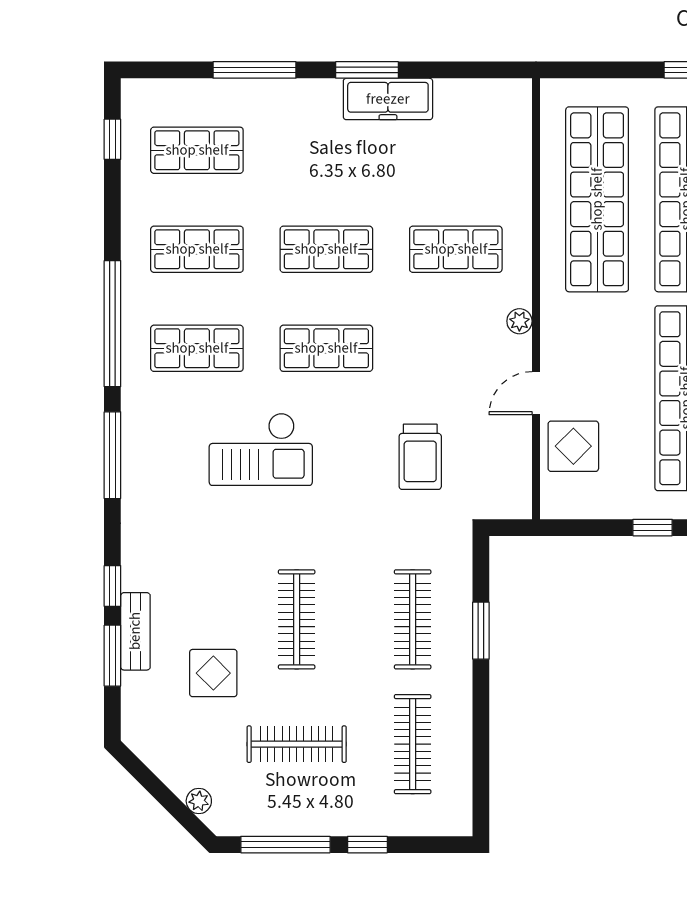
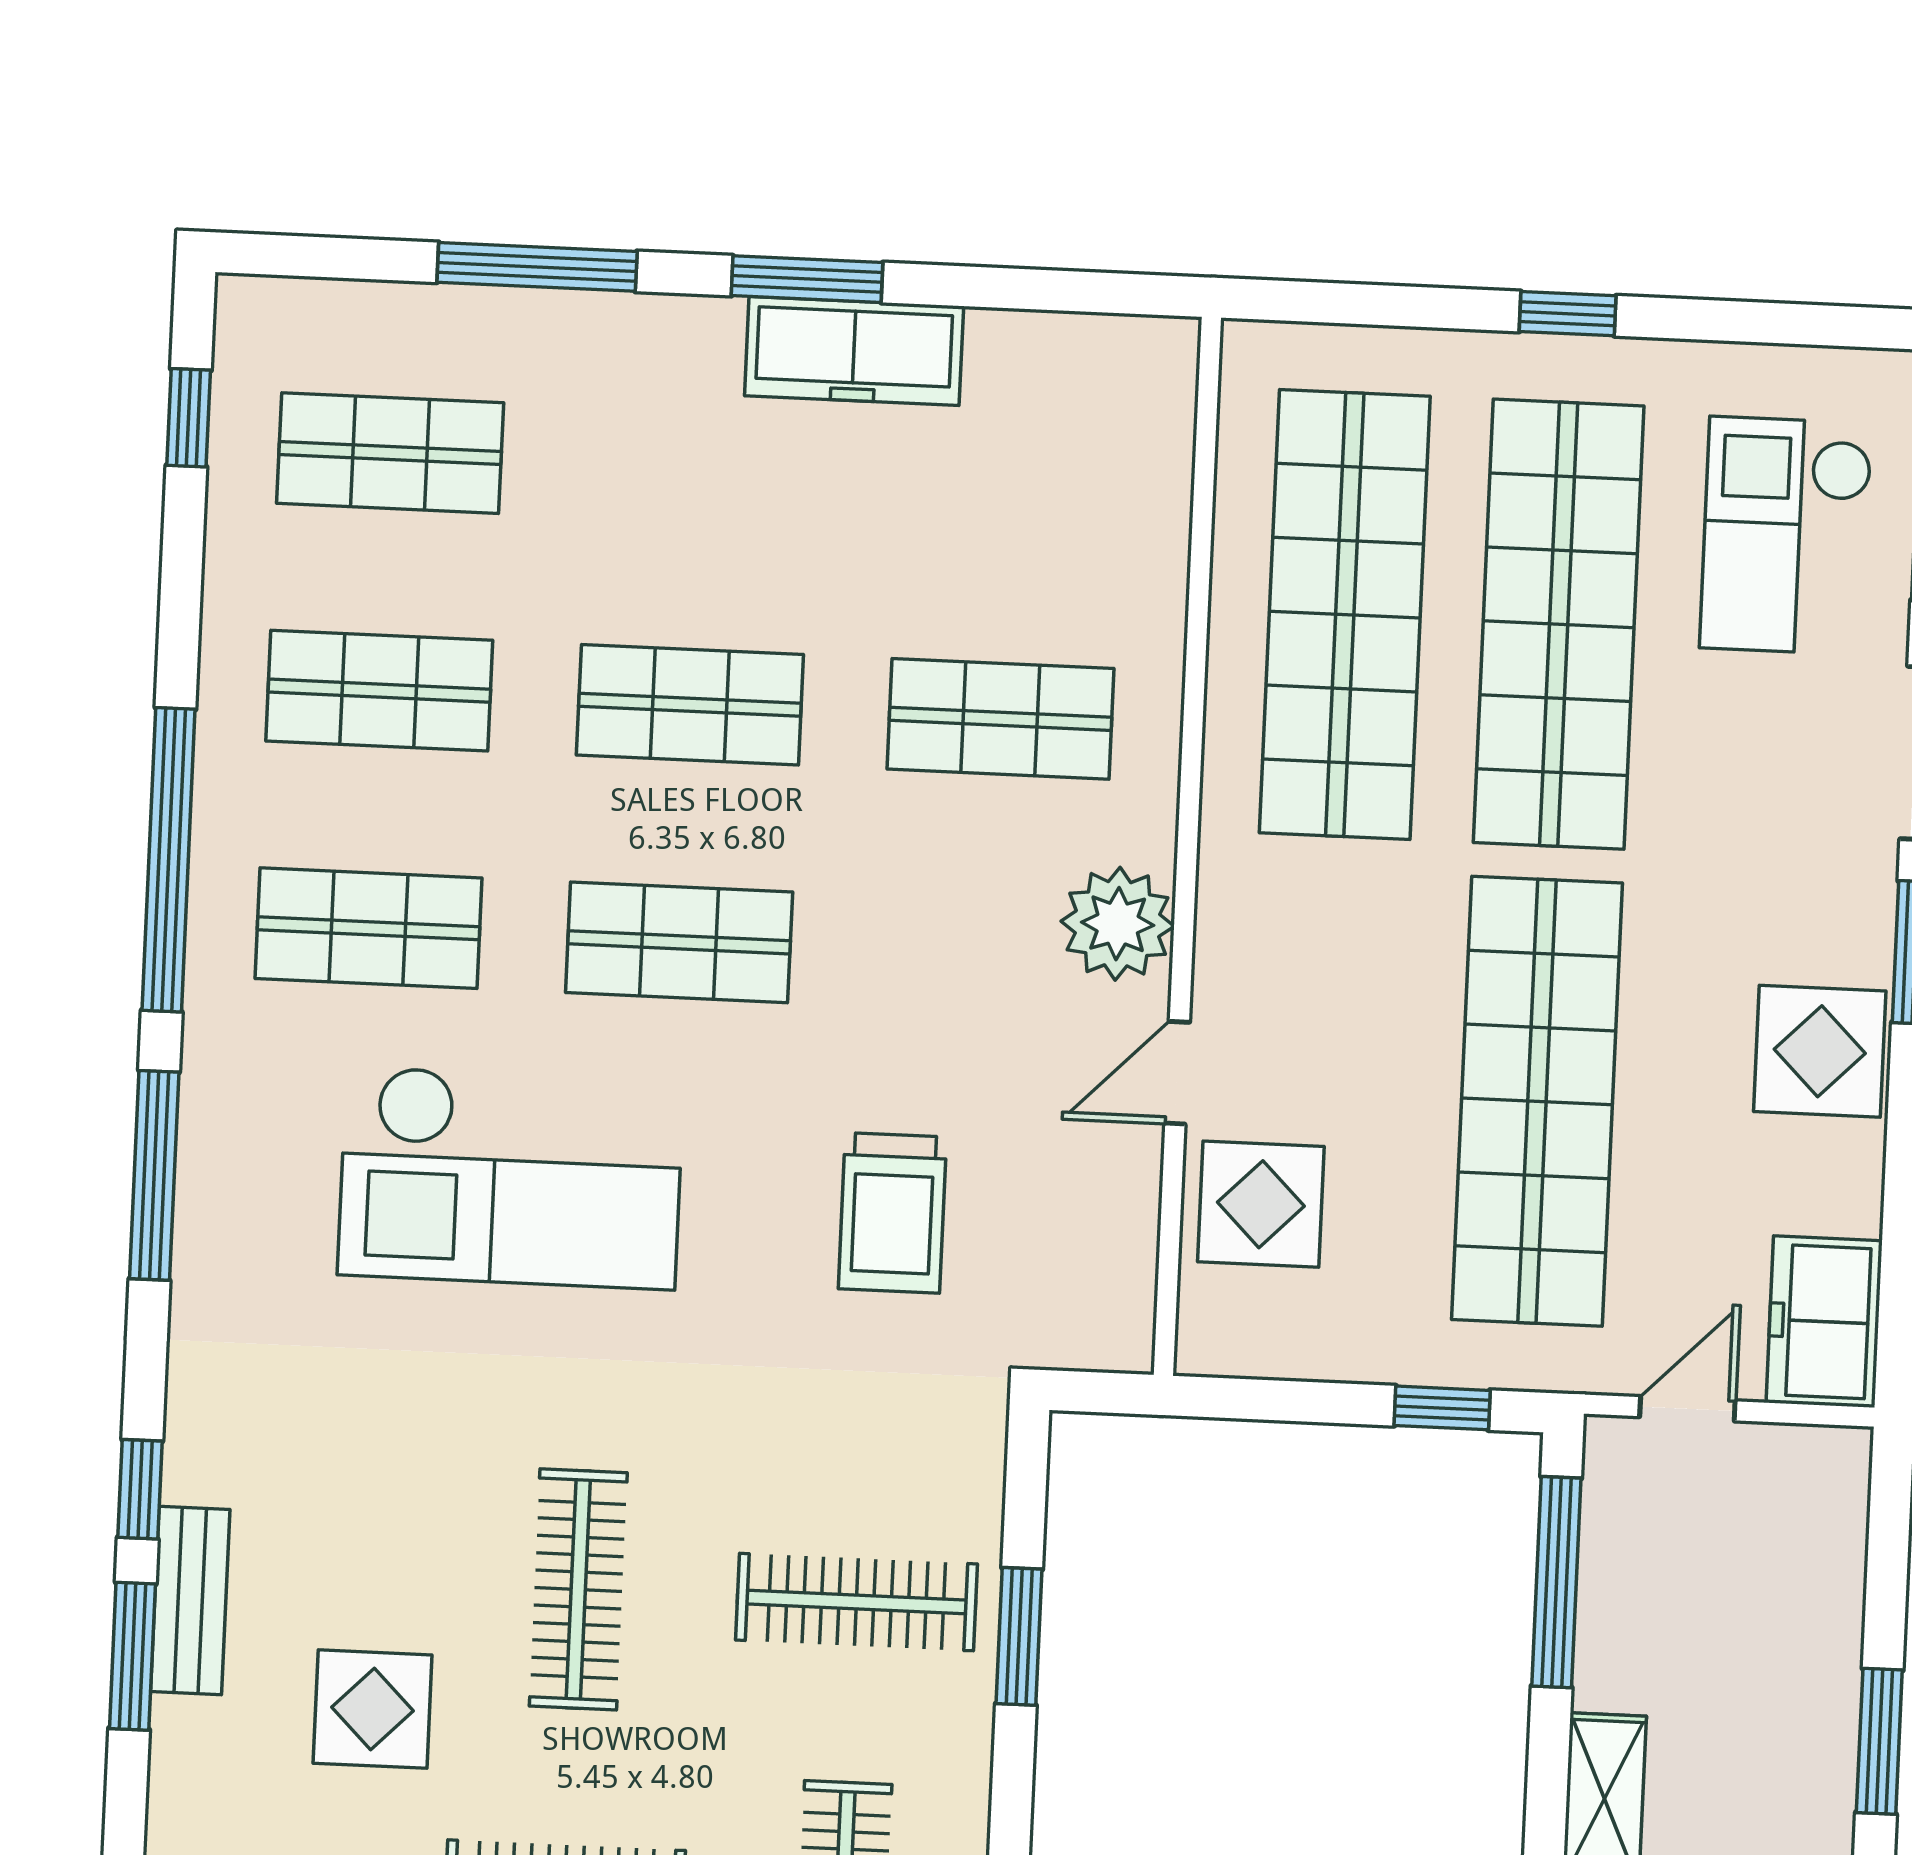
plant: (519, 321) -> (1118, 924), width x1.88, depth x1.88
checkout: (261, 449) -> (511, 1177), width x1.36, depth x1.21
clothes rail: (413, 619) -> (856, 1602), turned 90

